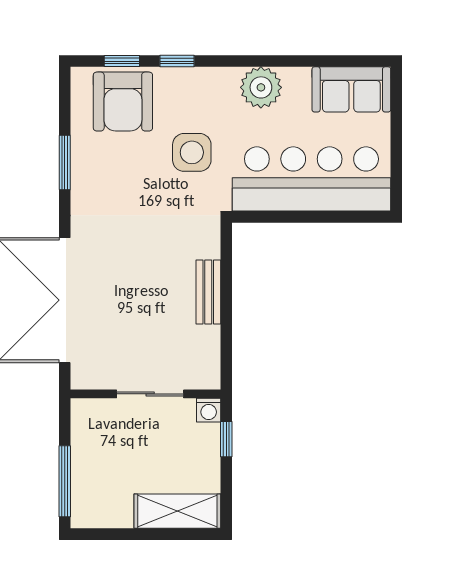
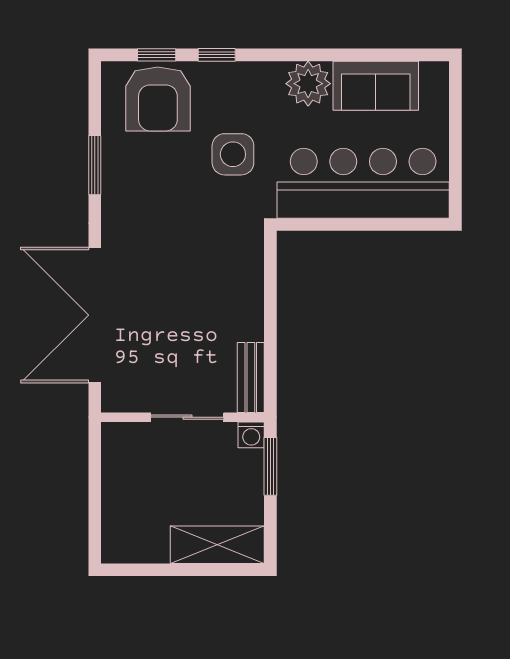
sofa: (351, 89) -> (376, 86), moved
bench: (208, 292) -> (251, 377), moved
window: (226, 439) -> (270, 466), width x1.50
window: (65, 481) -> (95, 512), removed

